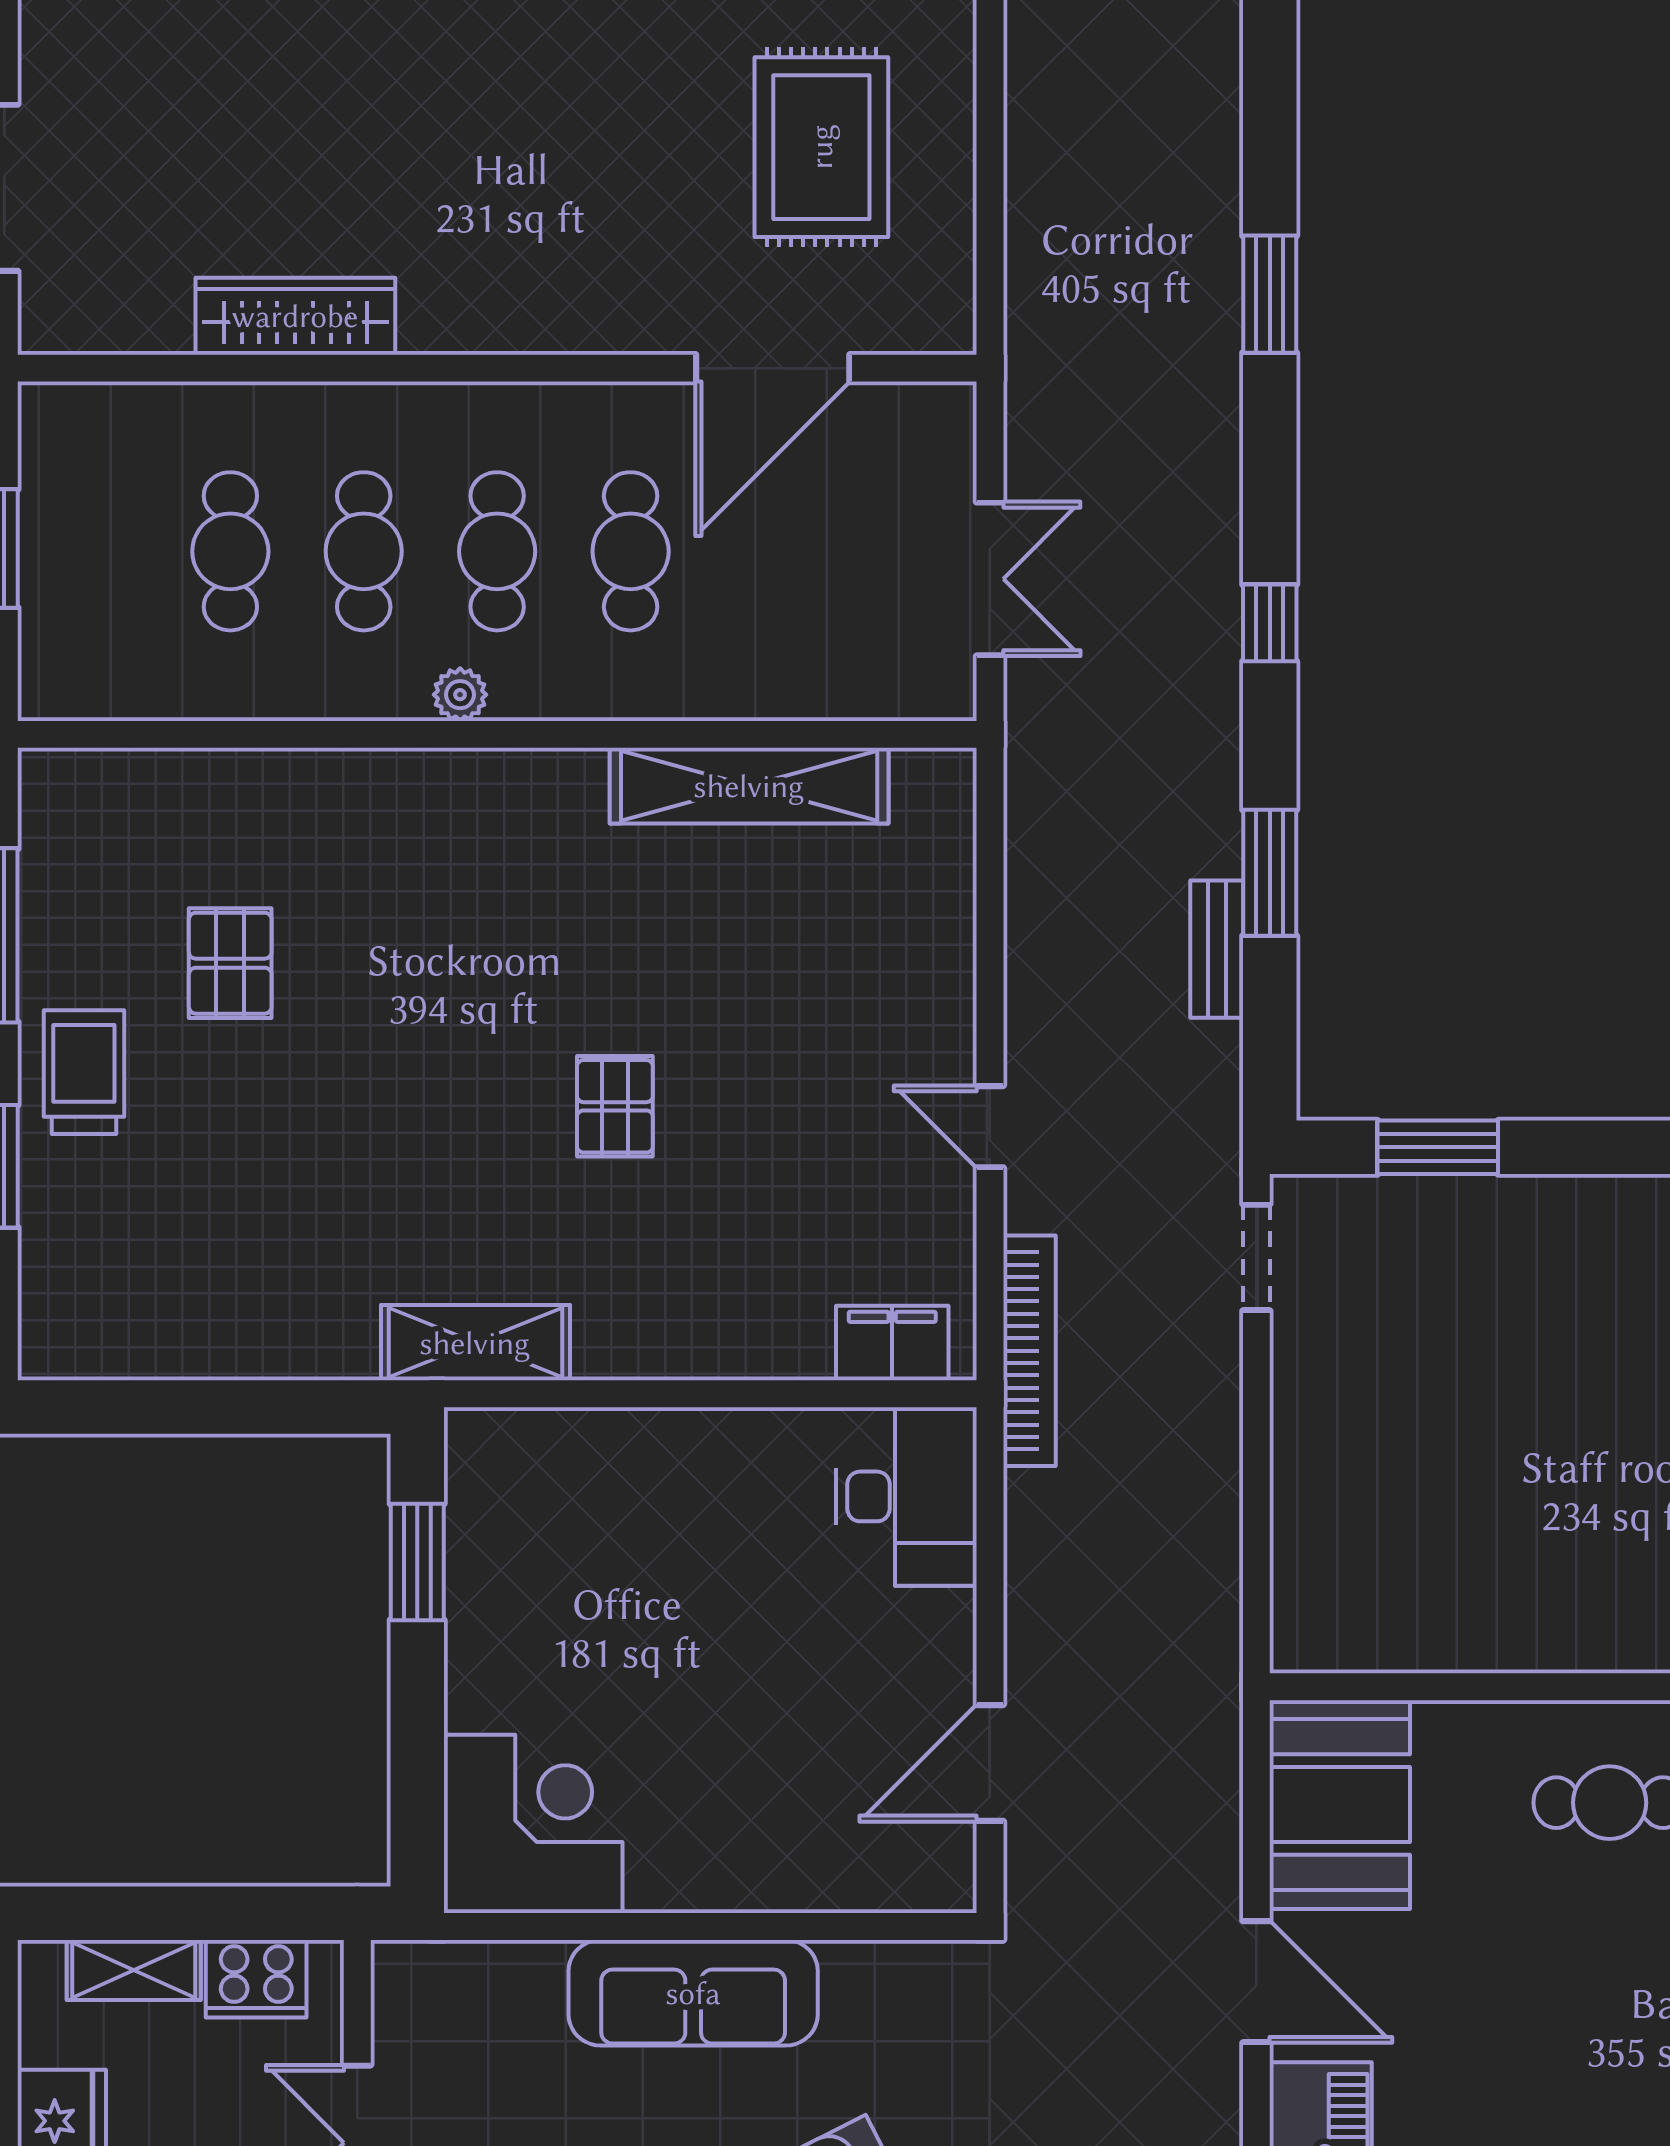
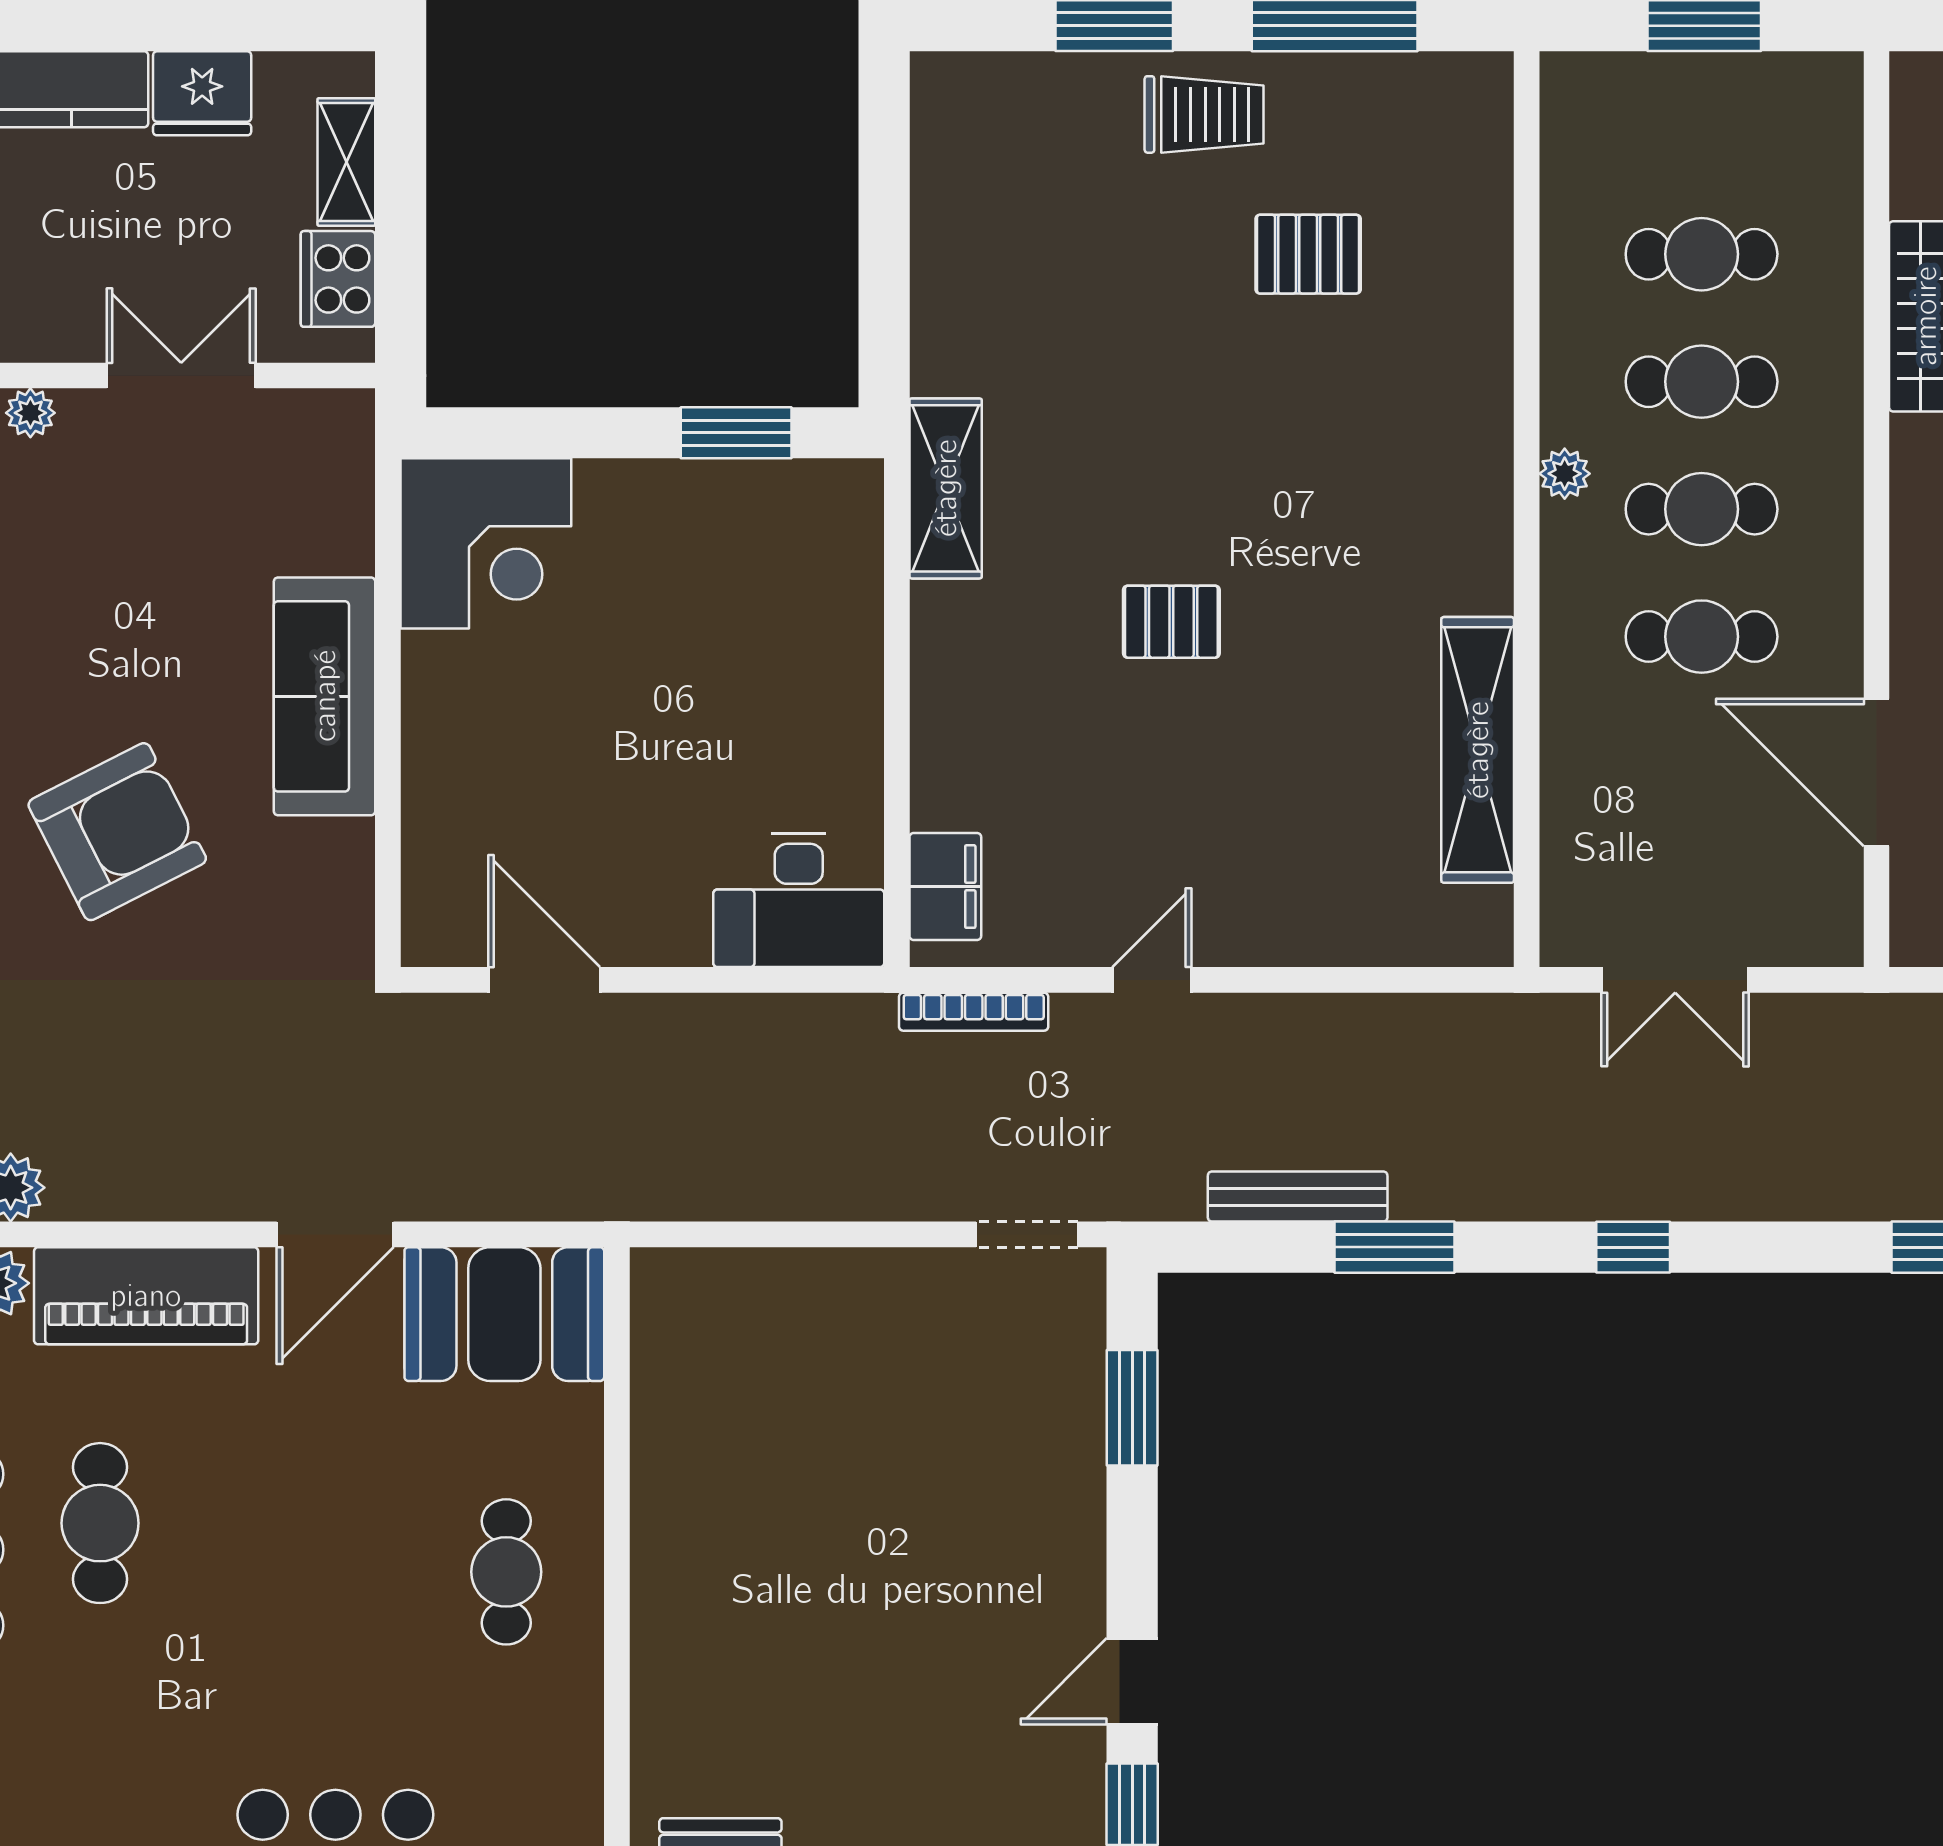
bench: (1217, 949) -> (1298, 1197), width x1.36
bookcase: (1029, 1351) -> (974, 1012), width x0.68, depth x0.76

